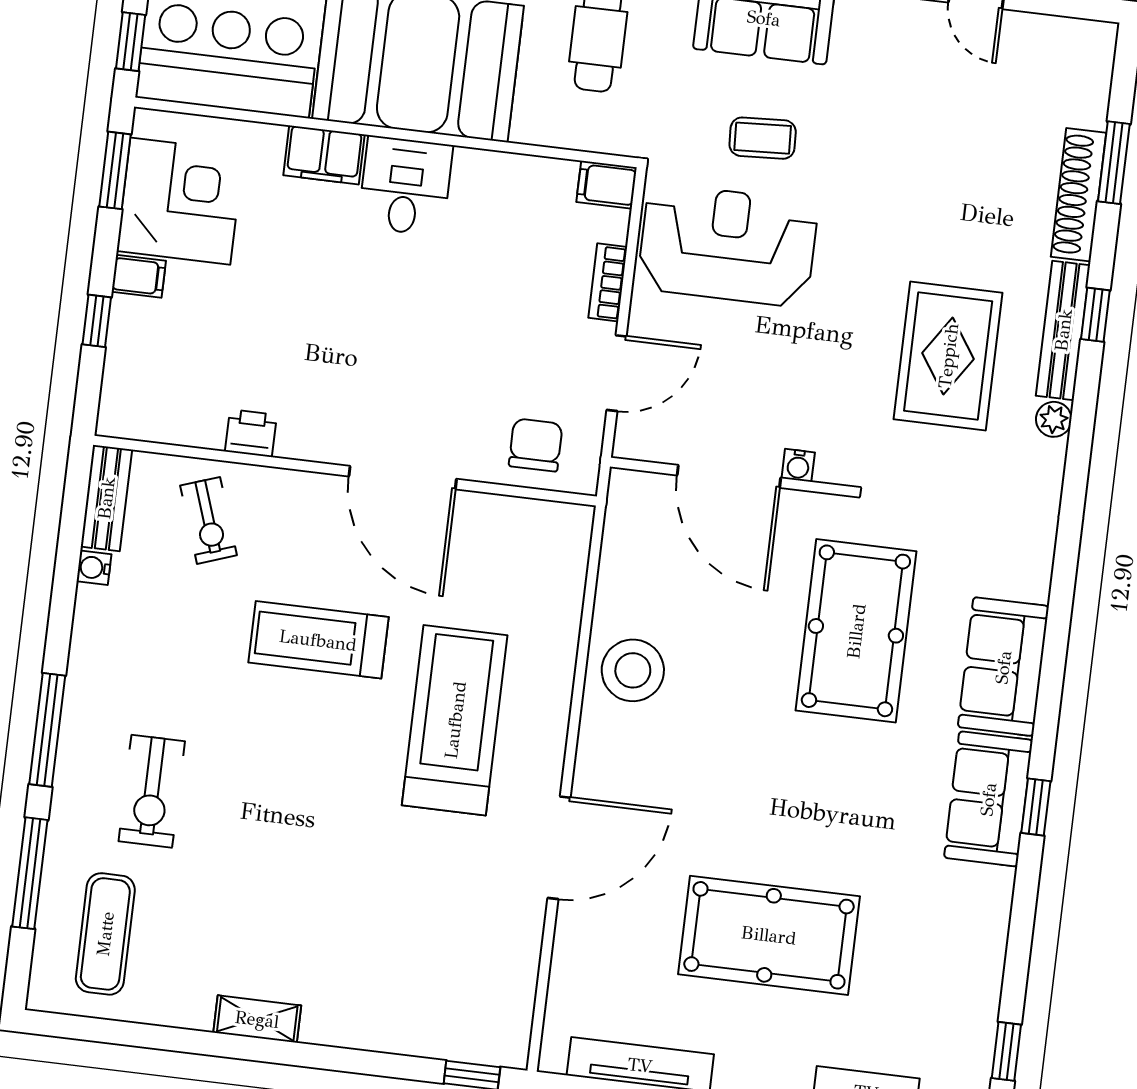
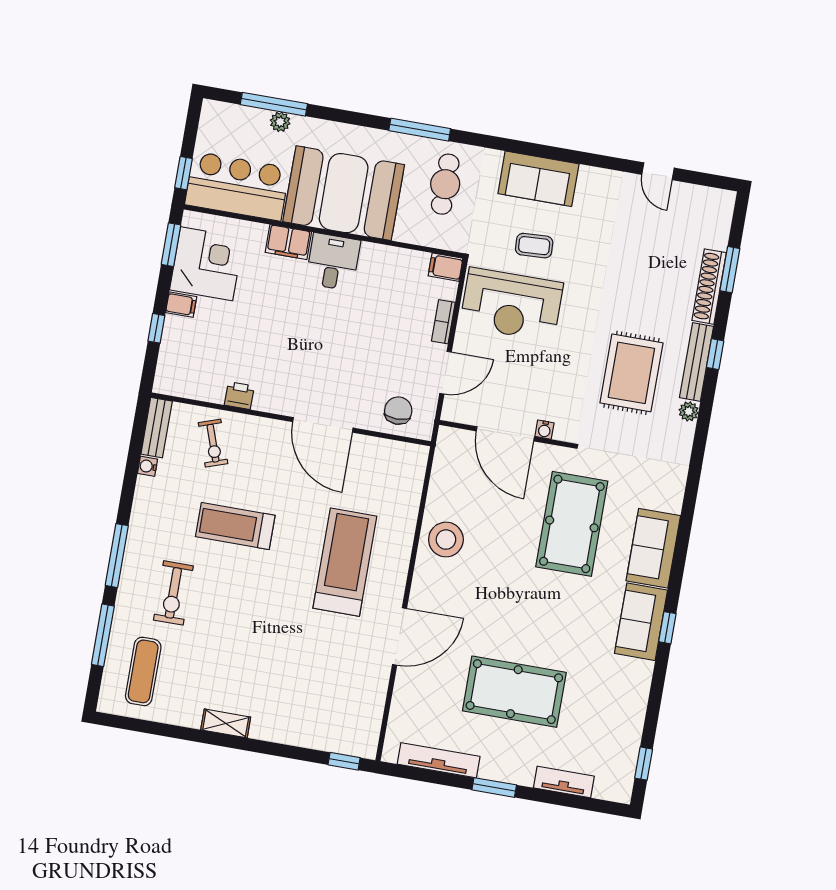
reception desk: (728, 245) -> (511, 304), turned 180
treadmill: (318, 640) -> (235, 526), moved

